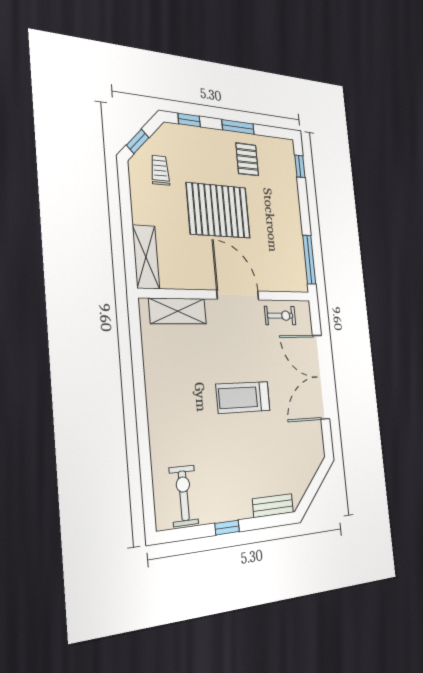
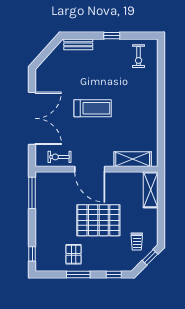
exercise bike: (184, 496) -> (139, 56), width x0.73, depth x0.72

